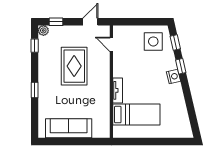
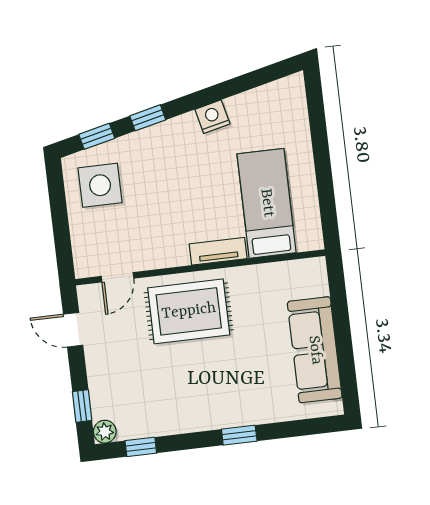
rug: (74, 66) -> (189, 311), moved
nightstand: (174, 76) -> (212, 117), moved

